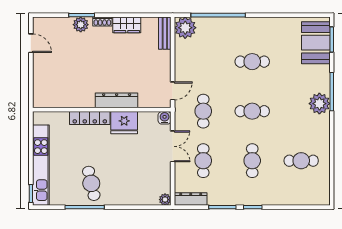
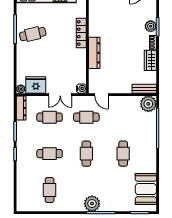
booth: (316, 43) -> (146, 189), moved, turned 90
fridge: (124, 123) -> (36, 85), moved, turned 90

